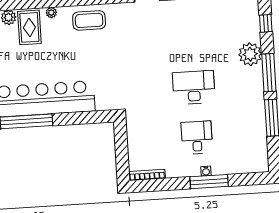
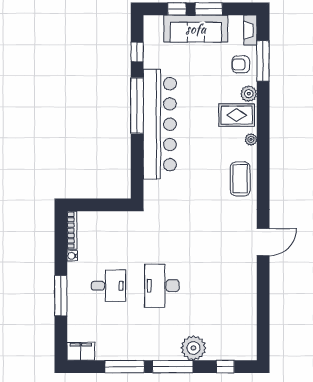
desk: (194, 87) -> (162, 286), turned 180
filing cabinet: (260, 160) -> (81, 351), added
water cooler: (206, 171) -> (72, 256), moved

